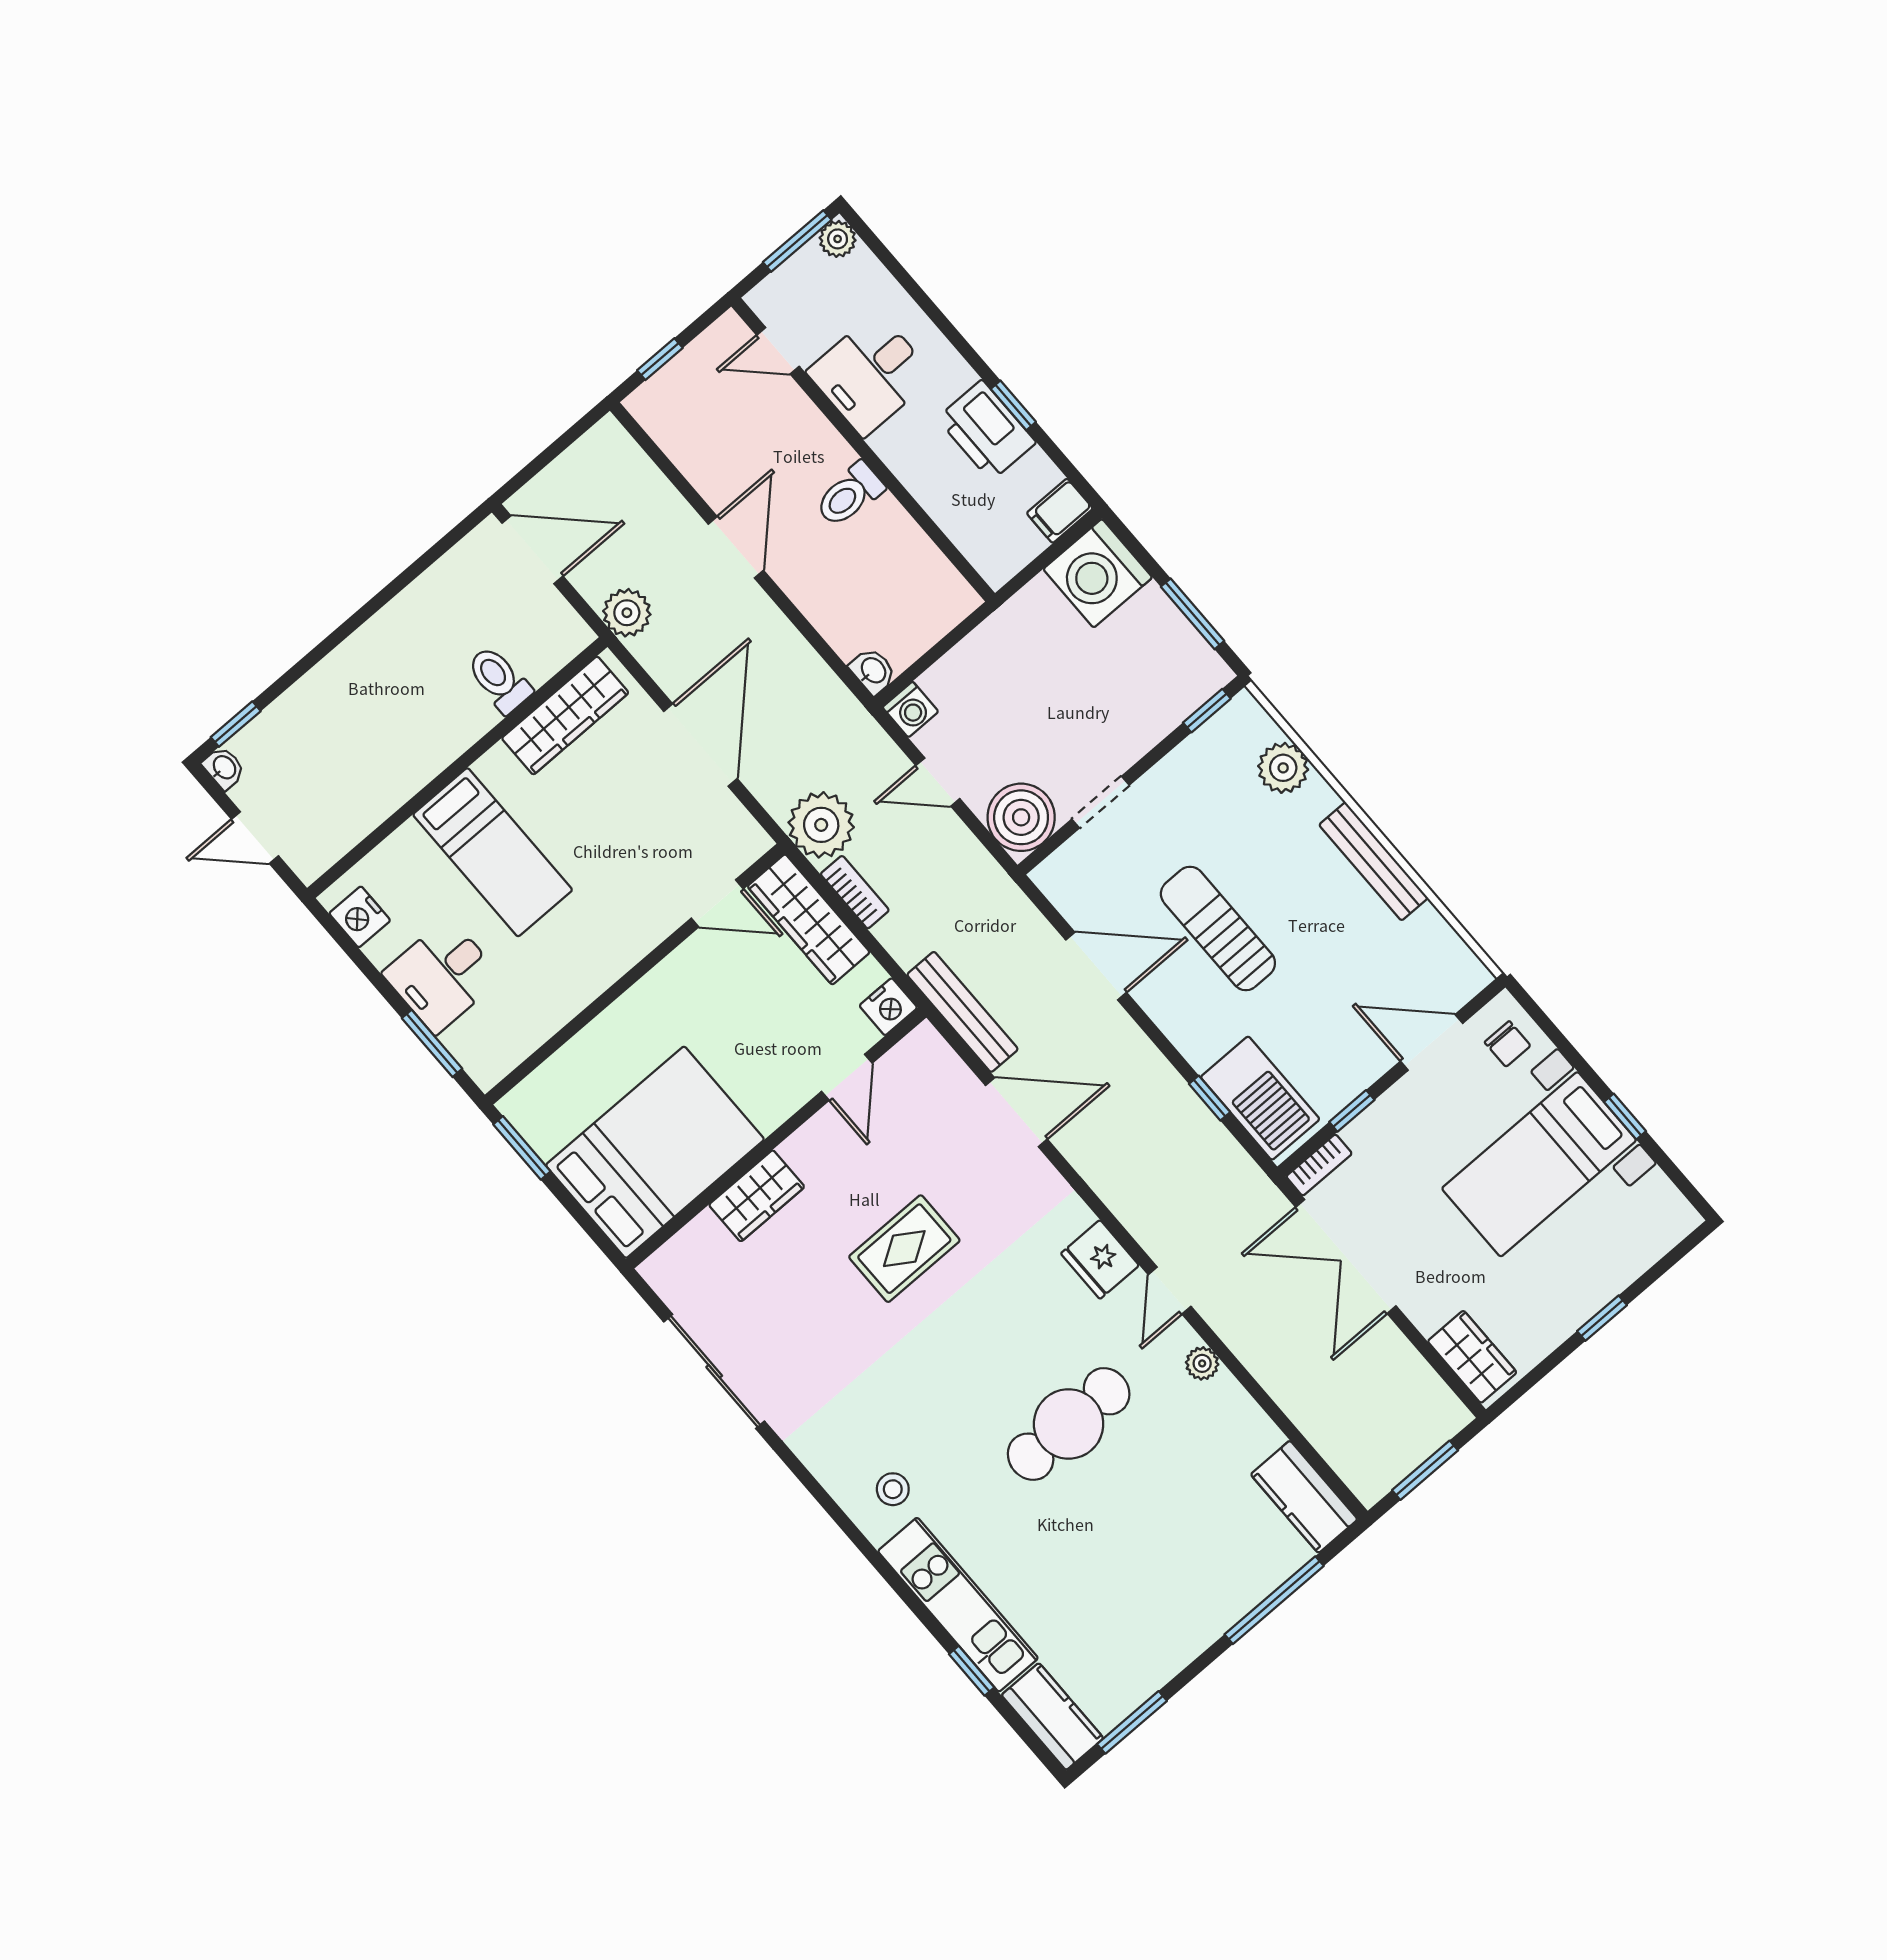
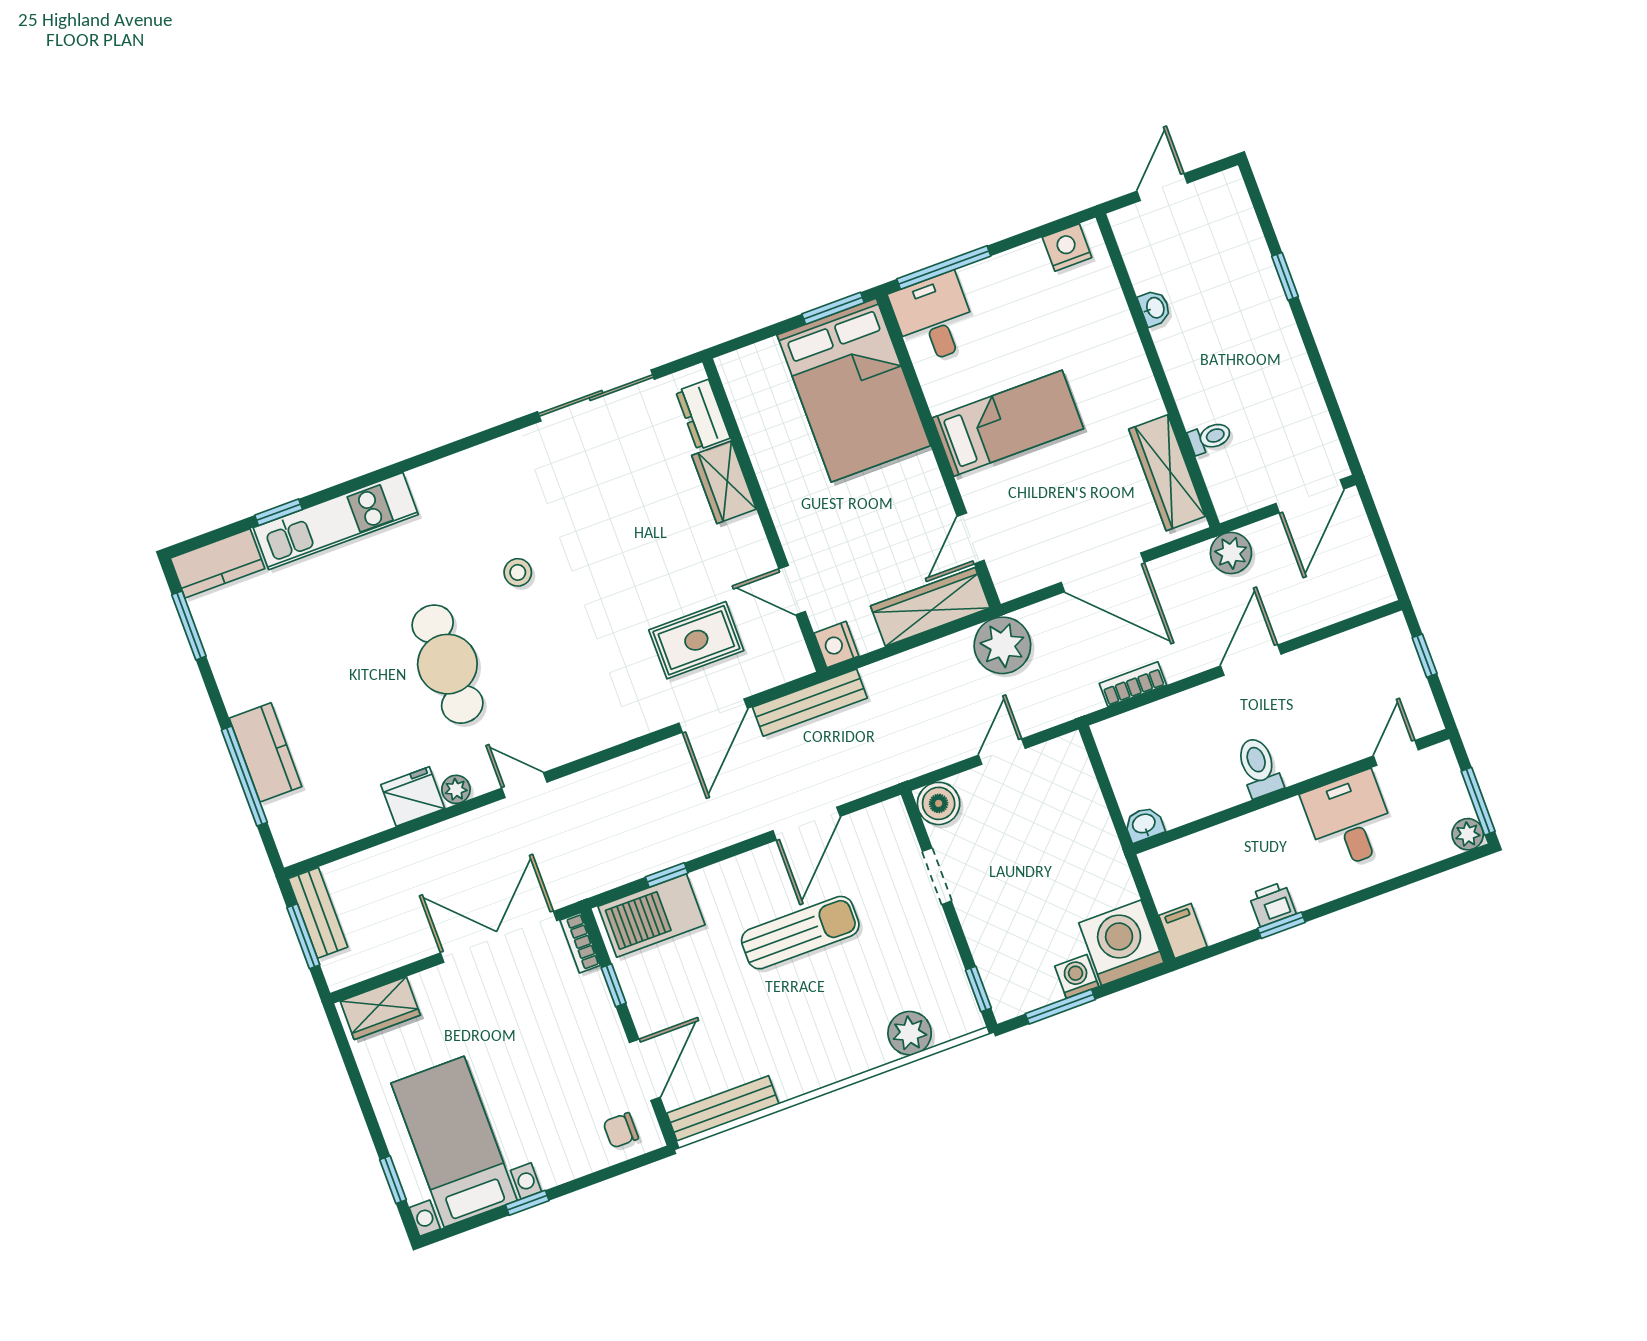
printer: (986, 430) -> (1272, 904), width x0.53, depth x0.68
door: (736, 547) -> (1251, 660), swing flipped
washbasin: (873, 671) -> (1144, 824), moved, turned 180
toilet: (499, 680) -> (1210, 437), width x0.73, depth x0.72
washing machine: (910, 710) -> (1077, 976), moved, turned 90
window: (236, 724) -> (1285, 276), moved
washbasin: (224, 768) -> (1155, 308), moved, turned -90
boiler: (1021, 817) -> (939, 803), width x0.73, depth x0.73
bed: (493, 852) -> (1008, 423), moved, turned 180
bench: (1373, 861) -> (723, 1109), moved
bookcase: (855, 892) -> (1133, 684), moved, turned 180
desk: (442, 975) -> (934, 318), moved
window: (432, 1043) -> (944, 267), width x1.44
bed: (655, 1152) -> (854, 390), moved
bed with nightstands: (1539, 1164) -> (454, 1142), moved
dresser: (692, 1247) -> (703, 415), added
rug: (904, 1249) -> (696, 640), moved, turned 90
fridge: (1100, 1259) -> (413, 797), moved
window: (1602, 1318) -> (393, 1180), moved
bench: (1394, 1464) -> (318, 913), added
stool: (893, 1489) -> (518, 572), moved
kitchen counter: (1304, 1497) -> (265, 752), moved, turned 90

